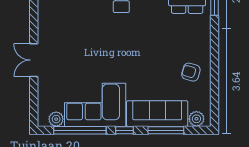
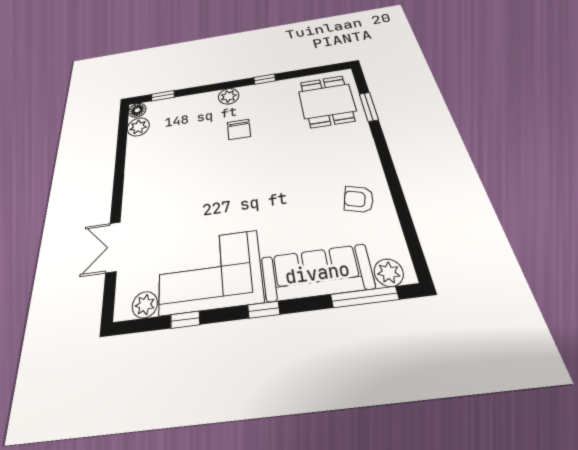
double door: (34, 60) -> (113, 247), moved
window: (80, 130) -> (185, 320), width x0.32
window: (166, 130) -> (364, 297), moved

